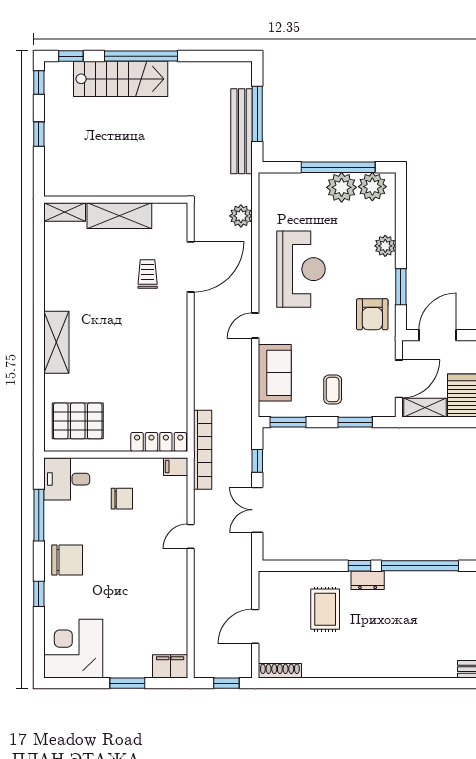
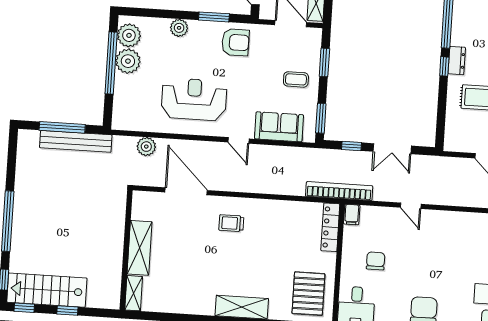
stairs: (121, 79) -> (47, 290), moved, turned -90
trolley: (148, 274) -> (231, 223), moved

